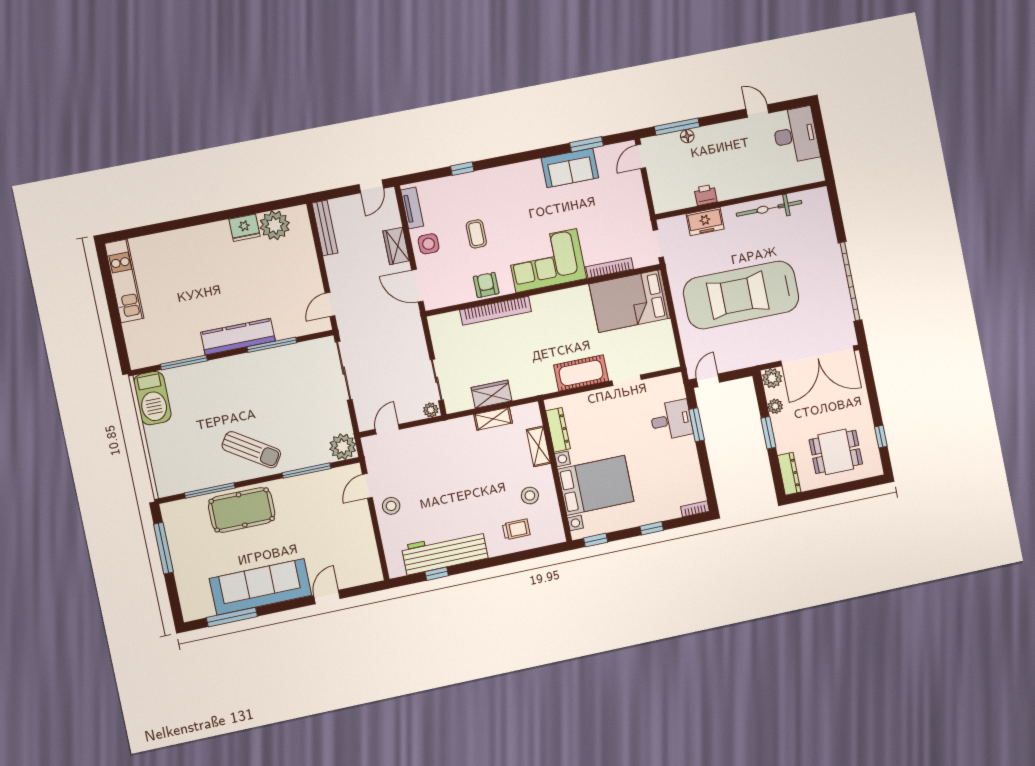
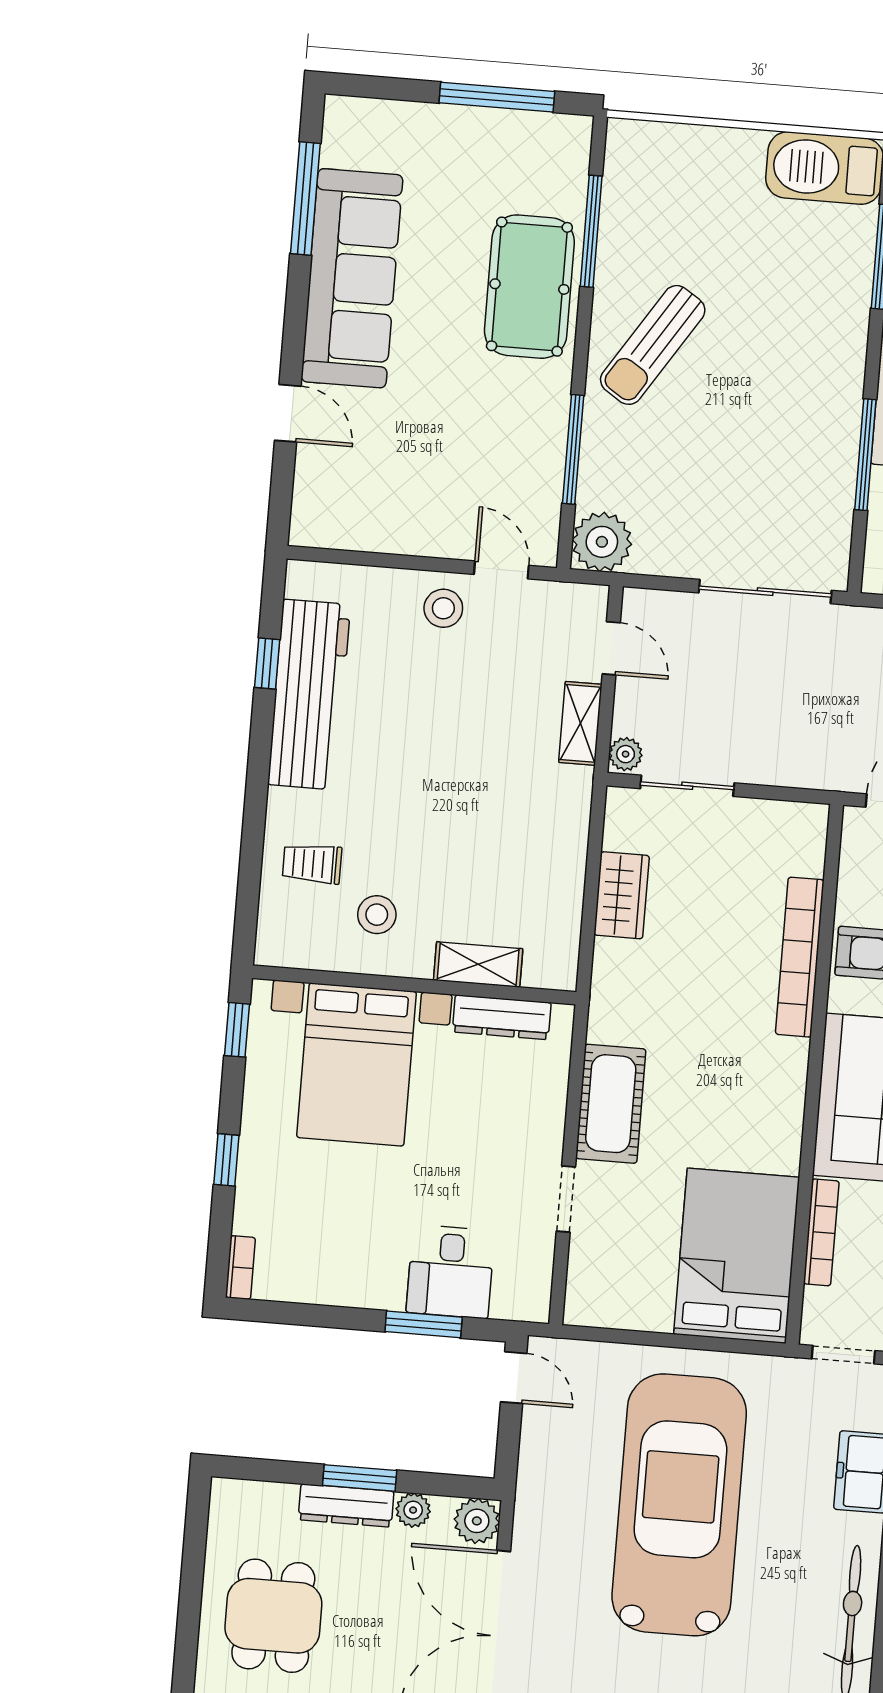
shelving: (493, 419) -> (580, 723), moved
dresser: (789, 474) -> (346, 1506), moved
trolley: (516, 529) -> (312, 864), turned 90

